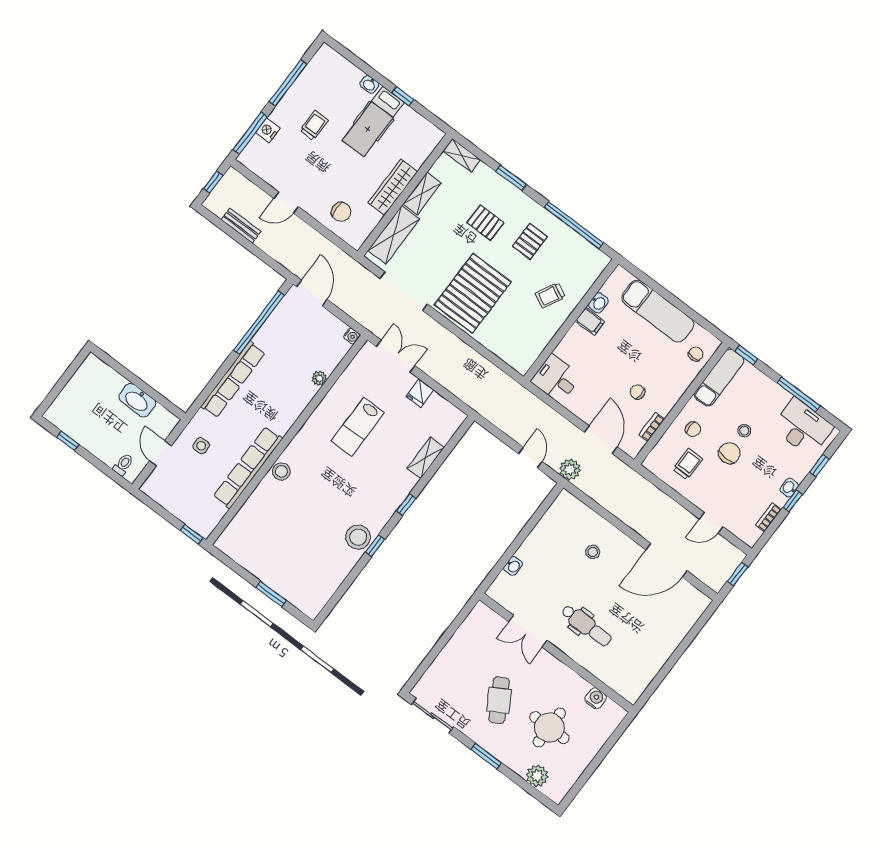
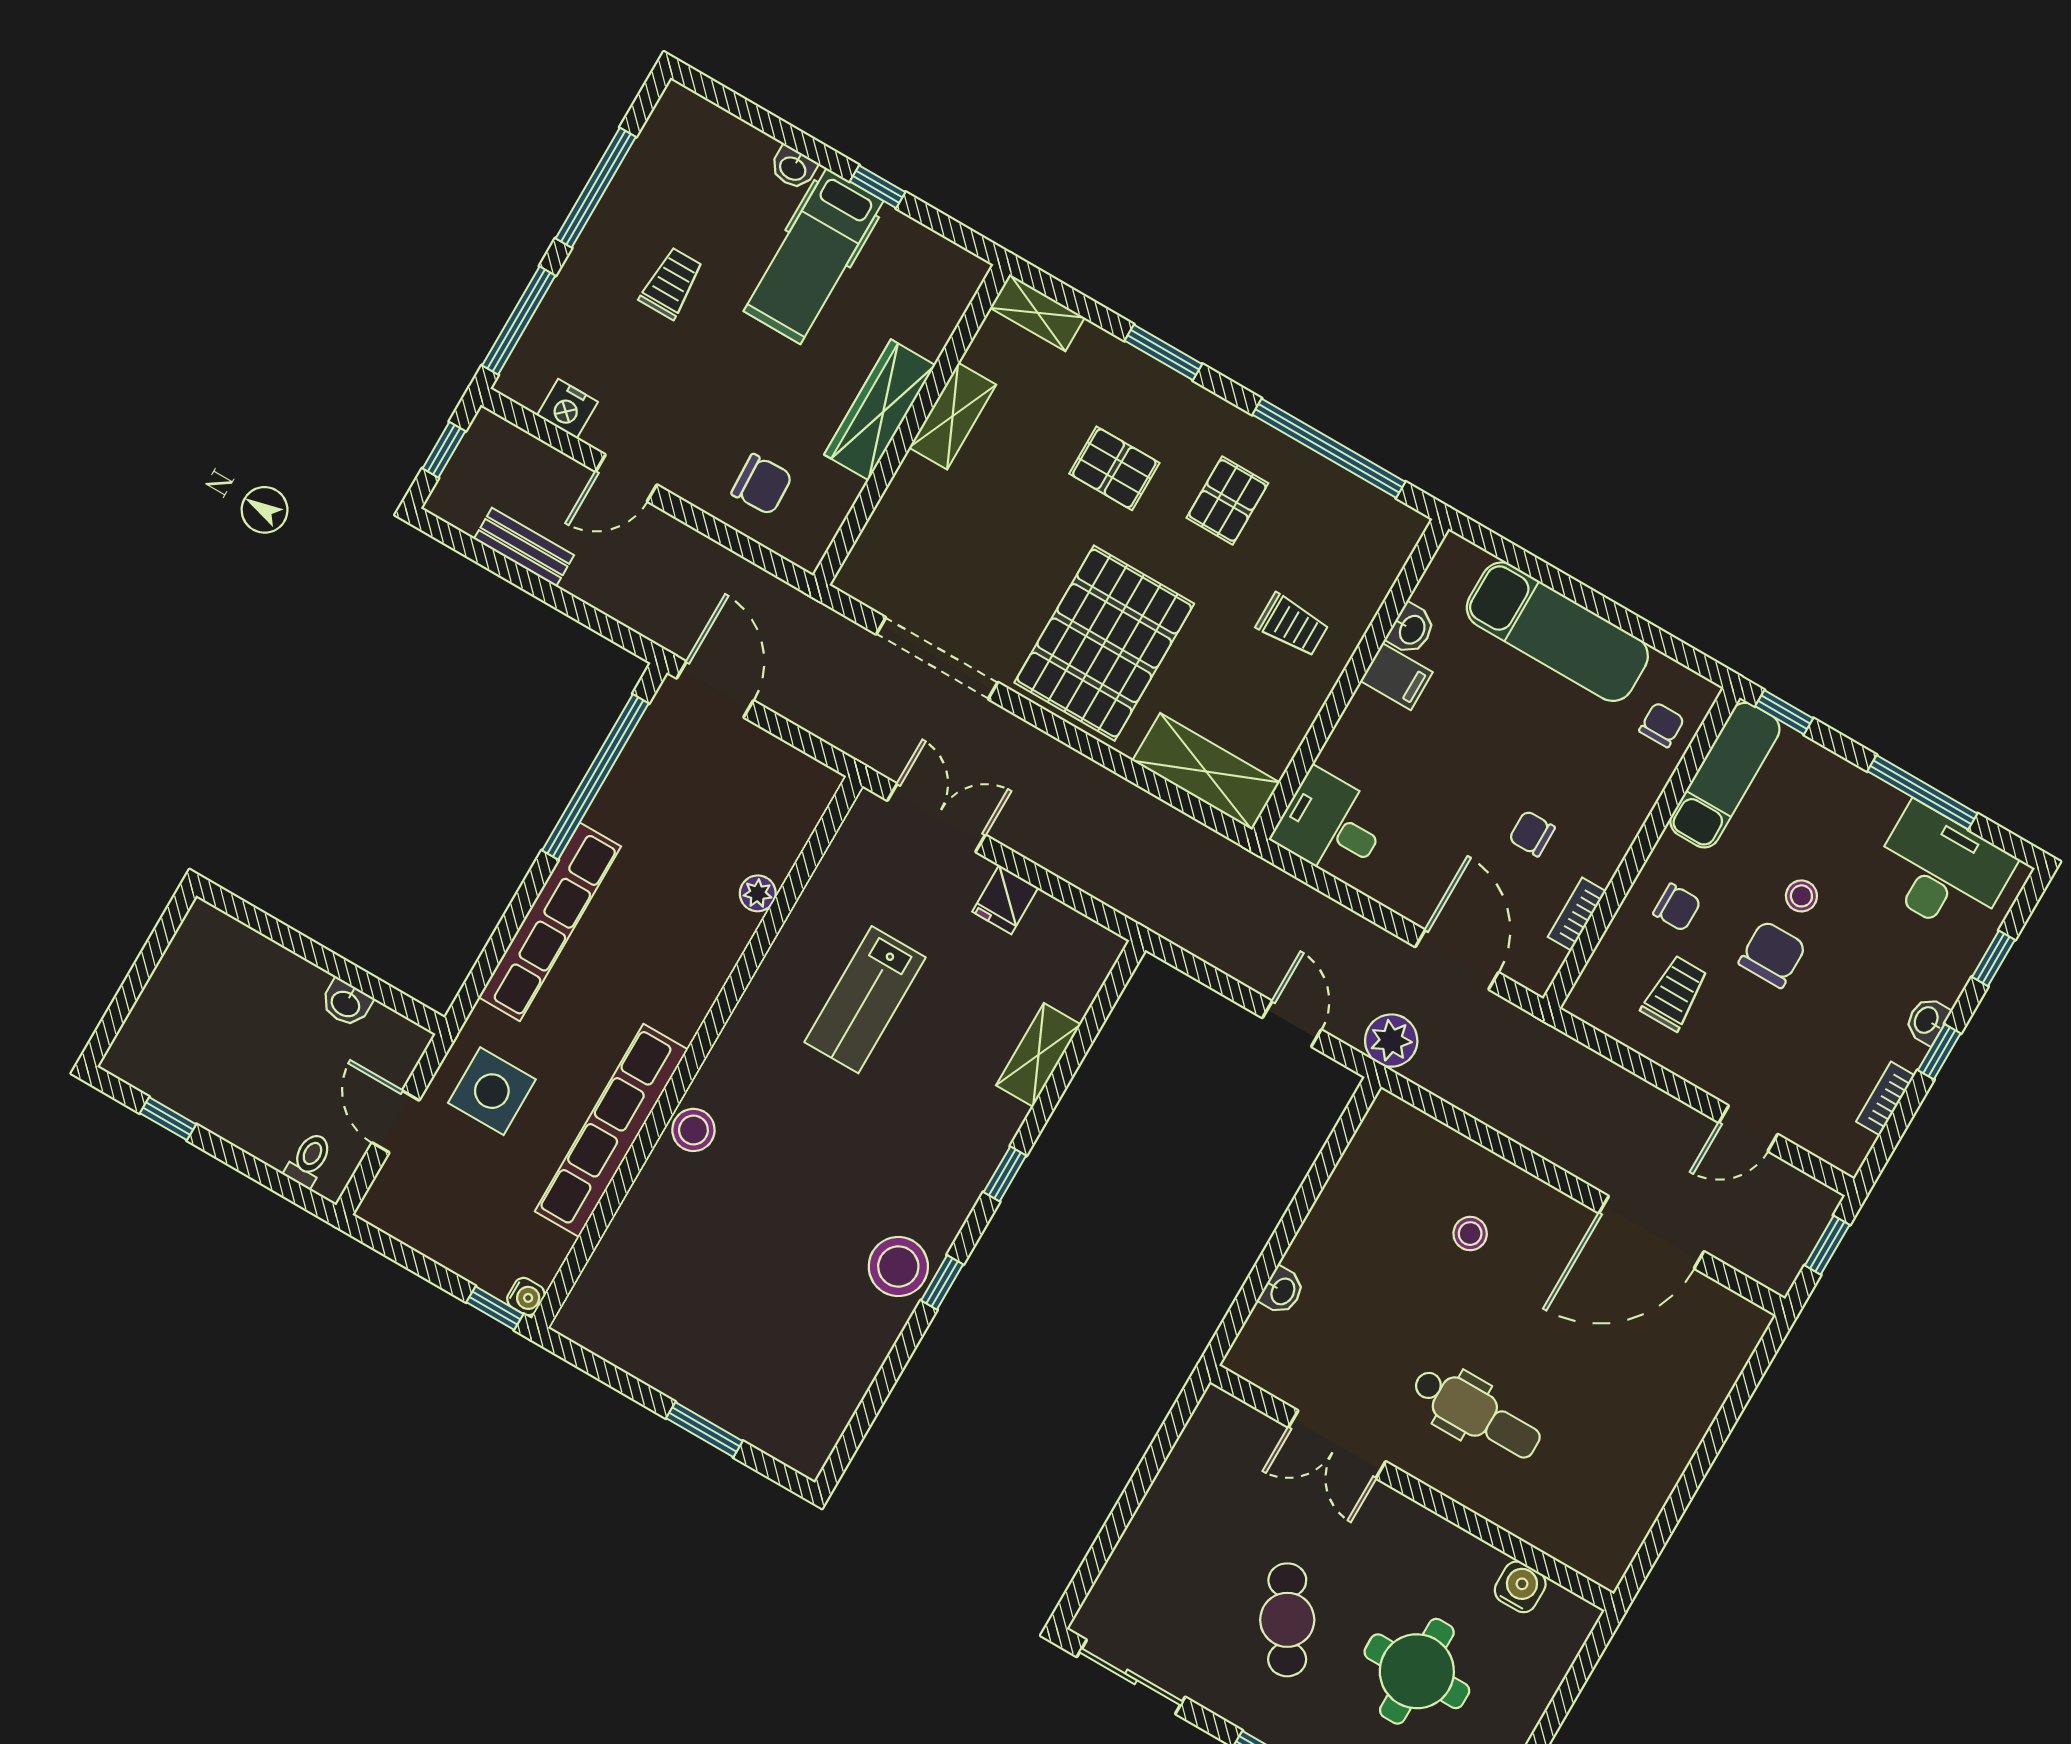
nightstand: (268, 130) -> (567, 409), moved, turned -90
shelving: (394, 235) -> (1206, 771), moved, turned 90
trolley: (550, 295) -> (1292, 625), turned -117
water cooler: (352, 336) -> (526, 1297), moved
washbasin: (137, 400) -> (346, 1003), width x0.52, depth x0.69
side table: (201, 446) -> (492, 1091), width x1.87, depth x1.87

